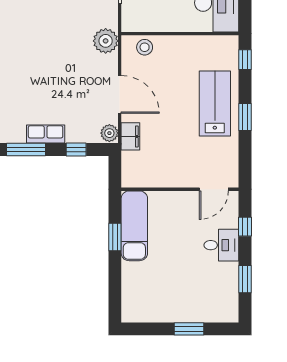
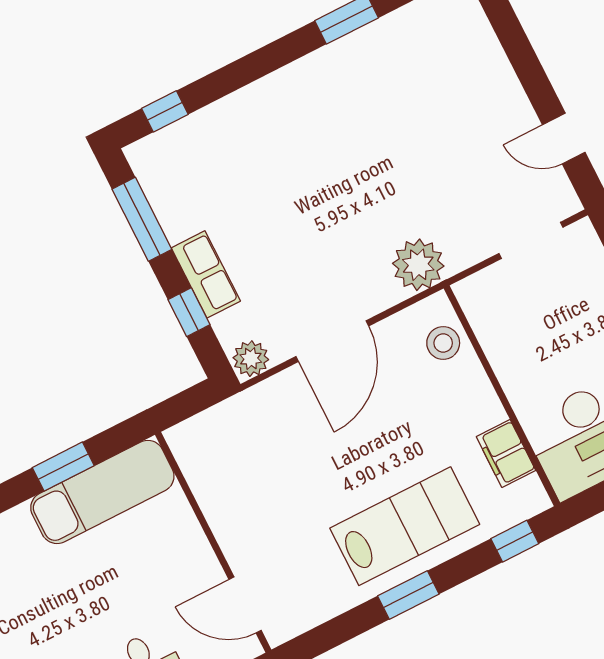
row of seats: (46, 134) -> (206, 274), moved
filing cabinet: (130, 136) -> (506, 454), moved, turned 90

